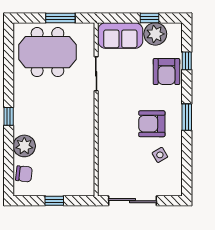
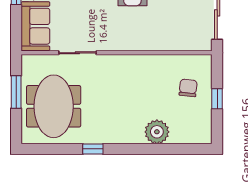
window: (9, 116) -> (93, 149), moved
chair: (24, 174) -> (188, 88), moved

